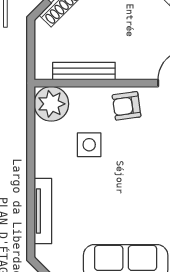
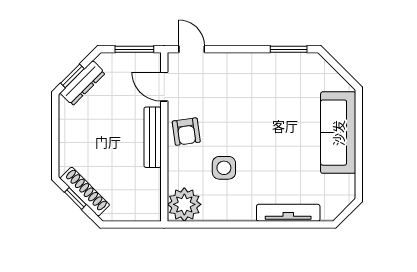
bench: (84, 71) -> (153, 137), moved

